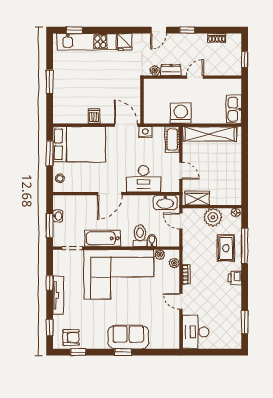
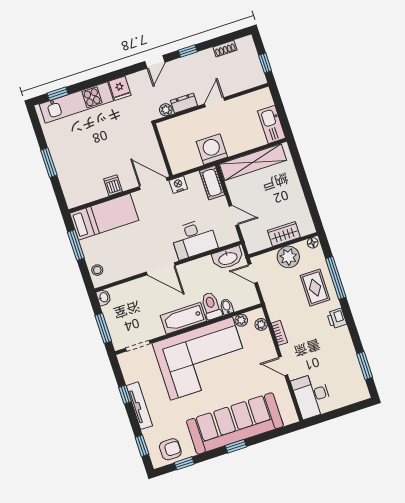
bed: (79, 144) -> (104, 217), width x0.67
door: (110, 194) -> (161, 269), hinge flipped
wardrobe: (197, 198) -> (284, 234), moved
washbasin: (58, 216) -> (104, 297), moved
bathtub: (102, 238) -> (183, 318), moved
sofa: (128, 337) -> (235, 423), width x1.85, depth x1.27

